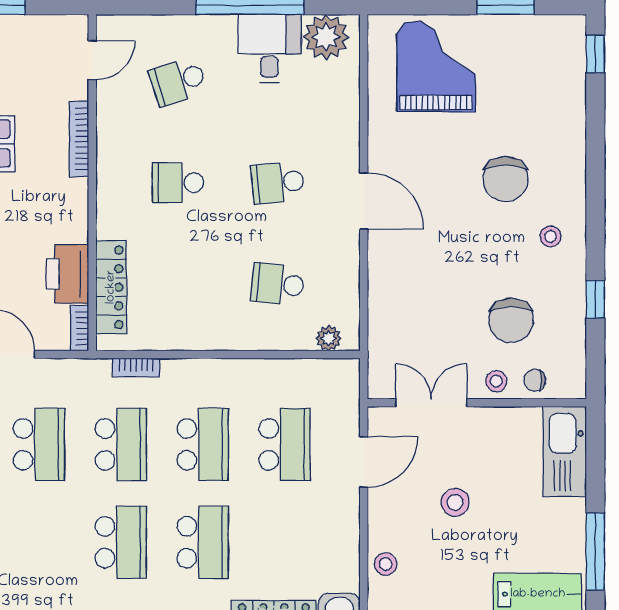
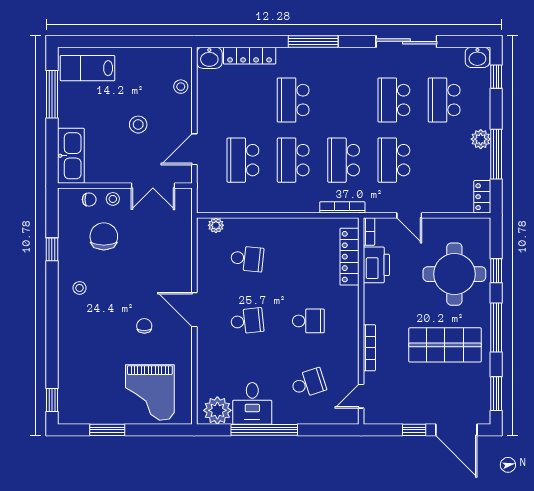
chair: (506, 179) -> (144, 326), moved, width x0.54, depth x0.54
bookcase: (136, 368) -> (342, 207), width x1.56
school desk: (121, 542) -> (394, 100), moved

